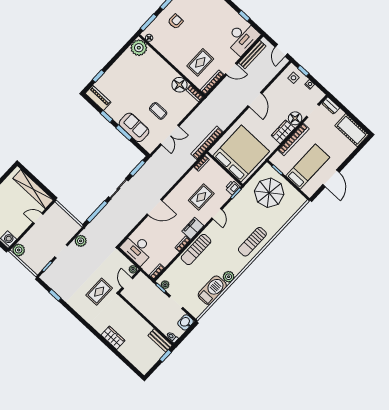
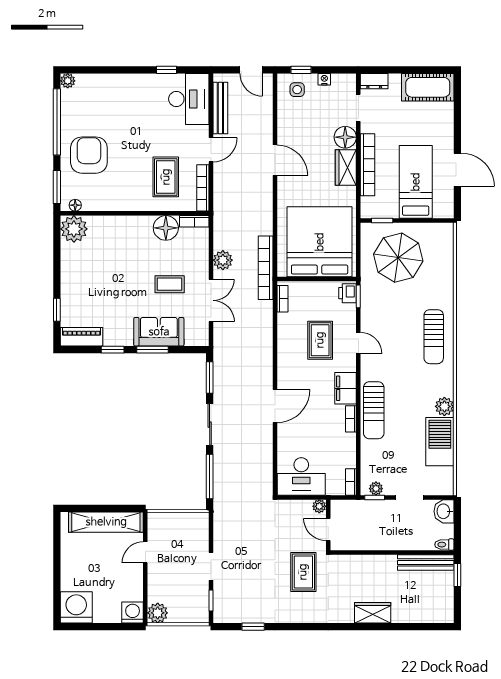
armchair: (176, 21) -> (89, 155), width x1.88, depth x1.88
plant: (81, 241) -> (223, 260), moved
bench: (160, 340) -> (426, 562), width x1.36

